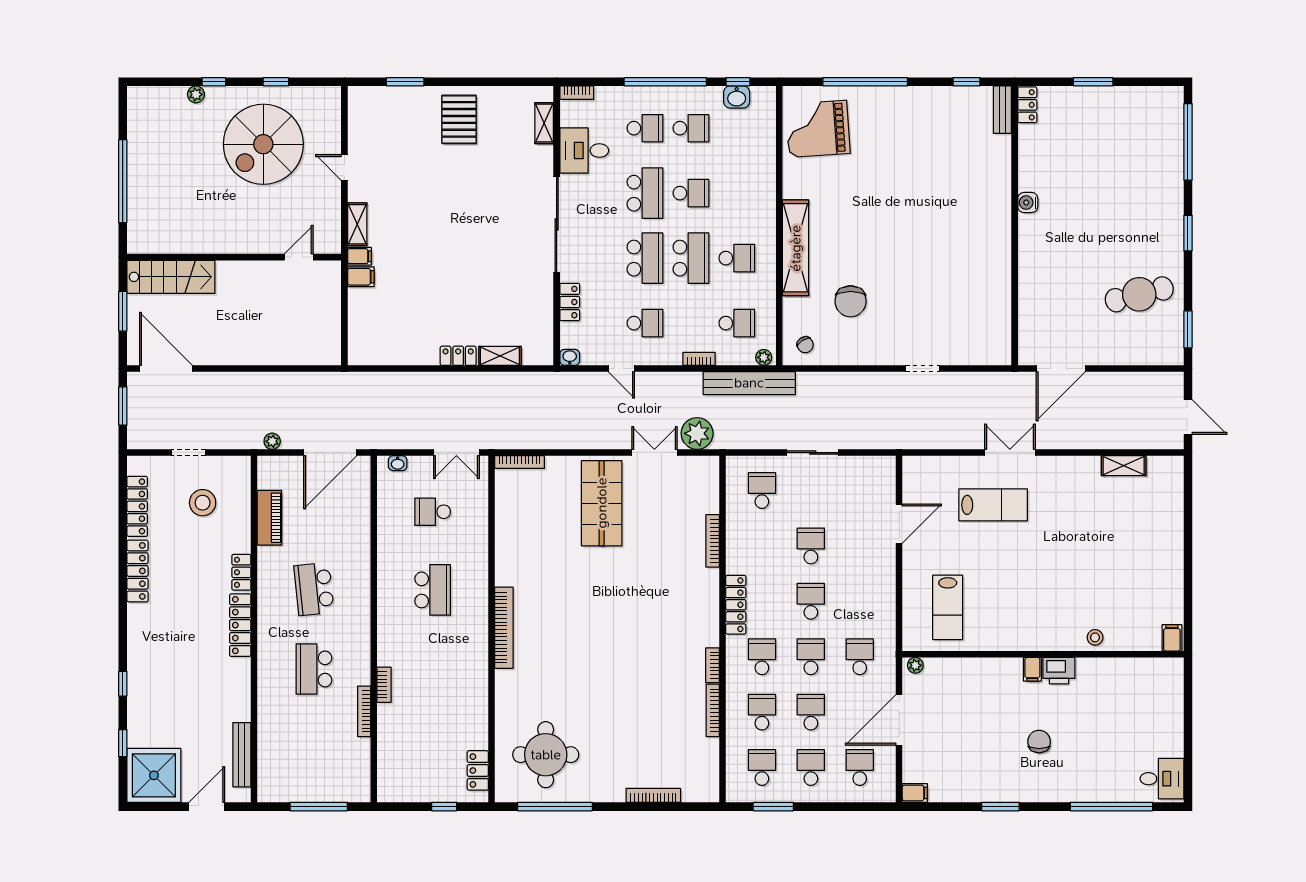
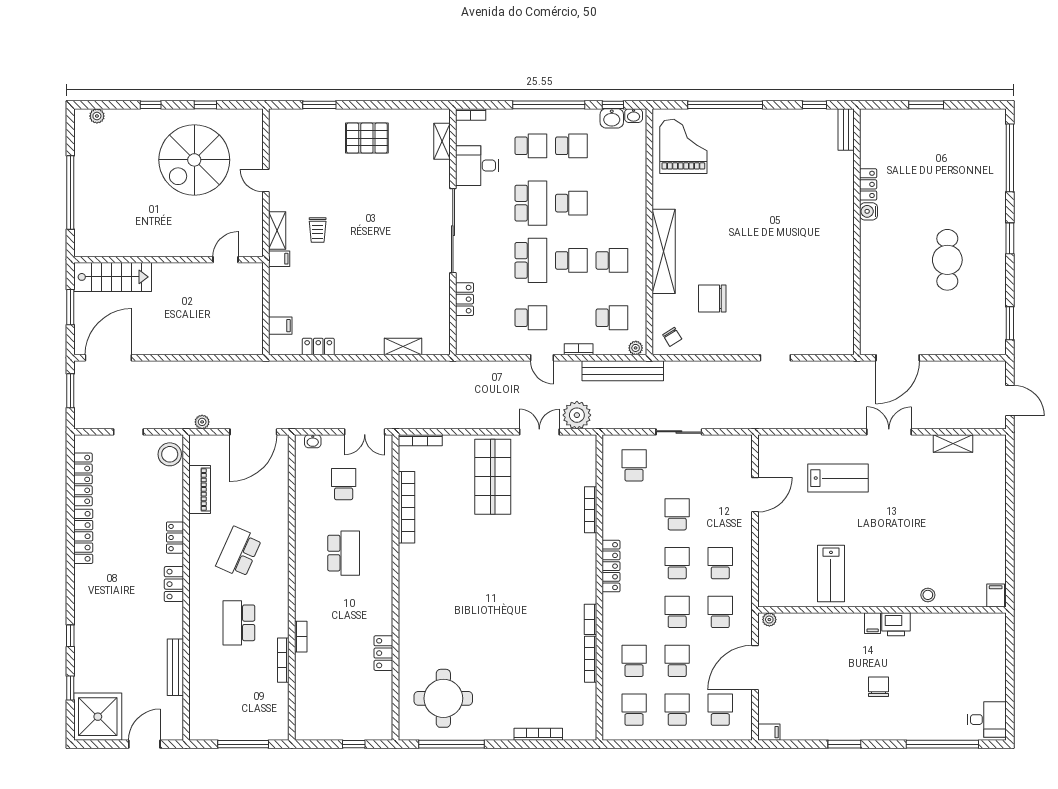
plant: (196, 94) -> (97, 116), moved
locker: (1027, 105) -> (868, 184), moved
pallet: (459, 119) -> (367, 138), turned 90
grand piano: (818, 129) -> (683, 146), turned 94
trolley: (403, 224) -> (318, 230), added
school desk: (691, 258) -> (571, 260), width x0.54
filing cabinet: (361, 277) -> (280, 326), moved
cafe table: (1139, 294) -> (947, 260), moved, turned -76
chair: (851, 301) -> (712, 298), turned 90
locker: (458, 356) -> (318, 347), moved
washbasin: (570, 357) -> (634, 116), moved, turned 180
door: (166, 369) -> (108, 358), hinge flipped
door: (621, 369) -> (542, 358), moved
double door: (1010, 453) -> (889, 432), moved
stool: (203, 503) -> (170, 454), moved
school desk: (433, 512) -> (344, 484), turned 90
school desk: (314, 589) -> (239, 552), turned 30
lab bench: (948, 607) -> (831, 573), moved
locker: (240, 625) -> (174, 584), width x0.66
bookcase: (504, 628) -> (406, 507), moved
school desk: (762, 657) -> (720, 563), moved
bench: (242, 755) -> (175, 667), moved
locker: (478, 770) -> (383, 653), moved
window: (773, 807) -> (644, 744), removed

